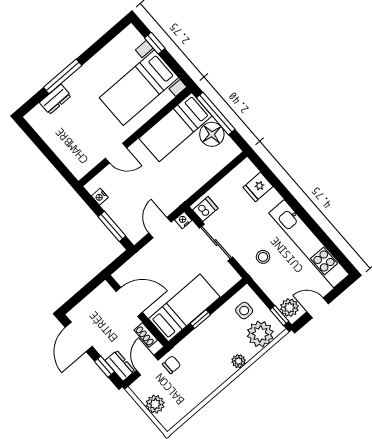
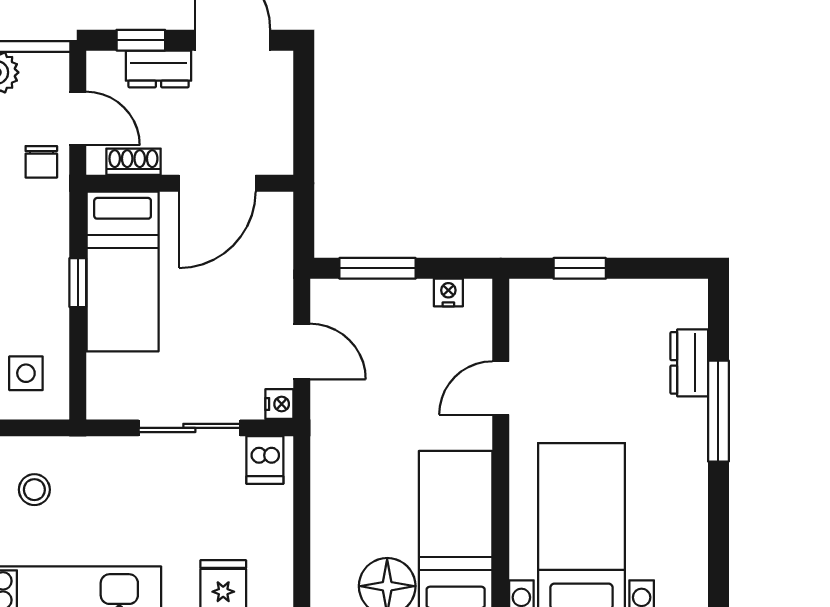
window: (55, 161) -> (580, 268), added
stool: (263, 257) -> (34, 490), moved
dresser: (120, 366) -> (159, 69), moved

